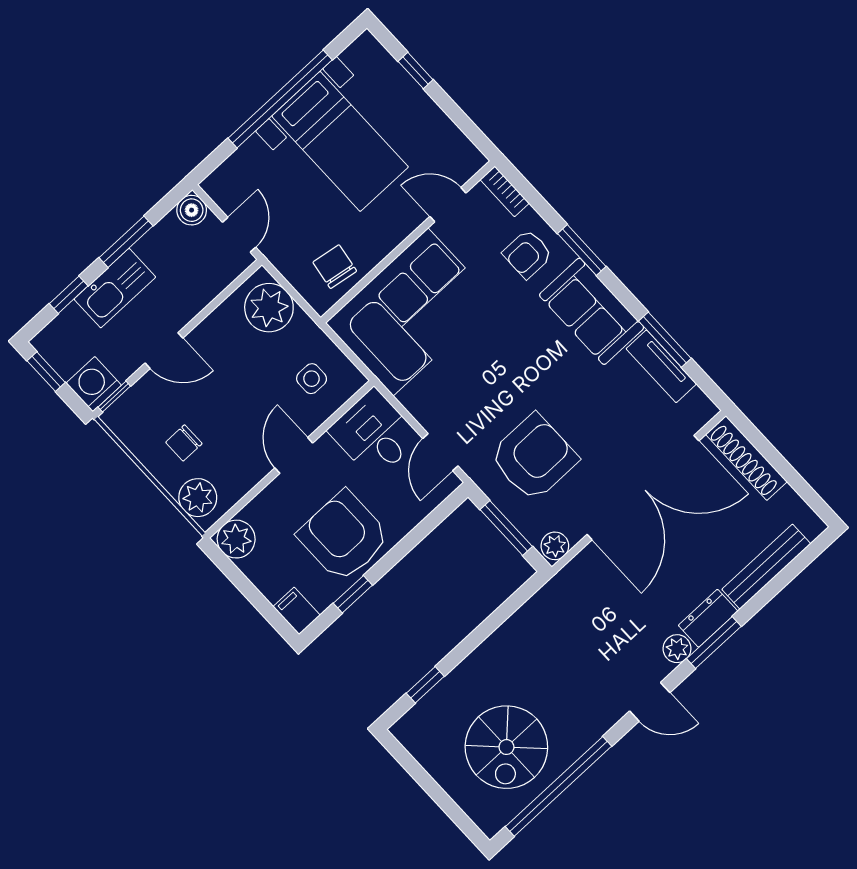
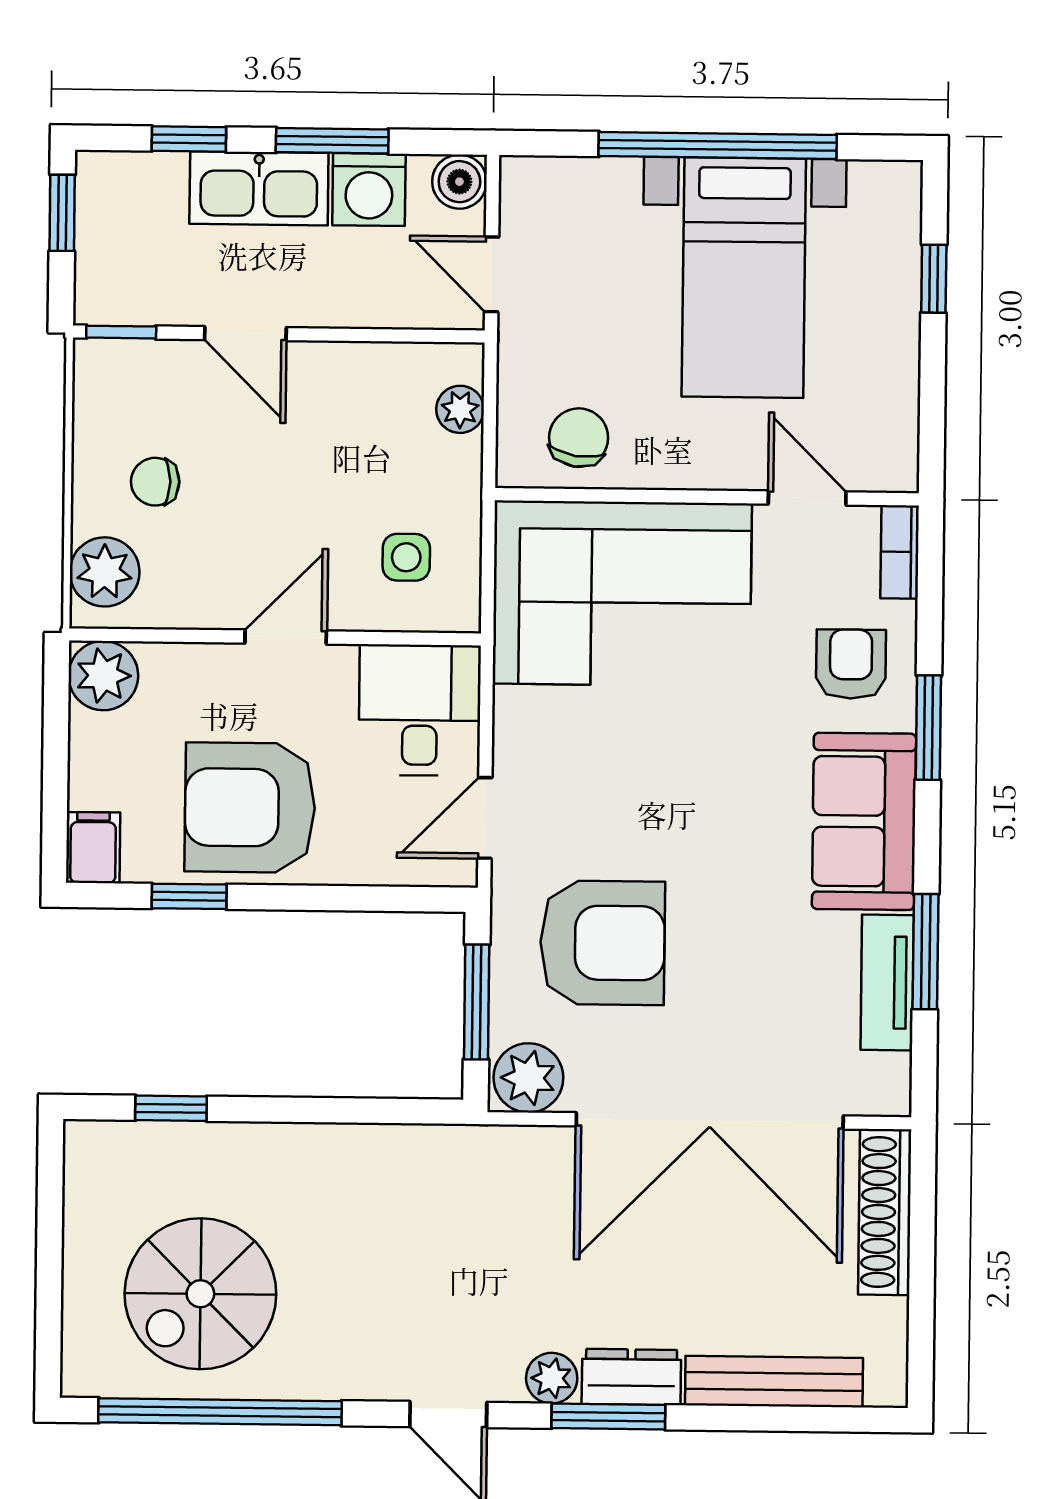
door: (239, 235) -> (492, 274), swing flipped
armchair: (527, 254) -> (851, 664), turned 90
plant: (269, 308) -> (460, 409), width x0.53, depth x0.53
washing machine: (94, 384) -> (369, 190), moved, turned 180
armchair: (344, 536) -> (250, 808), turned -90
plant: (555, 546) -> (528, 1078), width x1.38, depth x1.38

